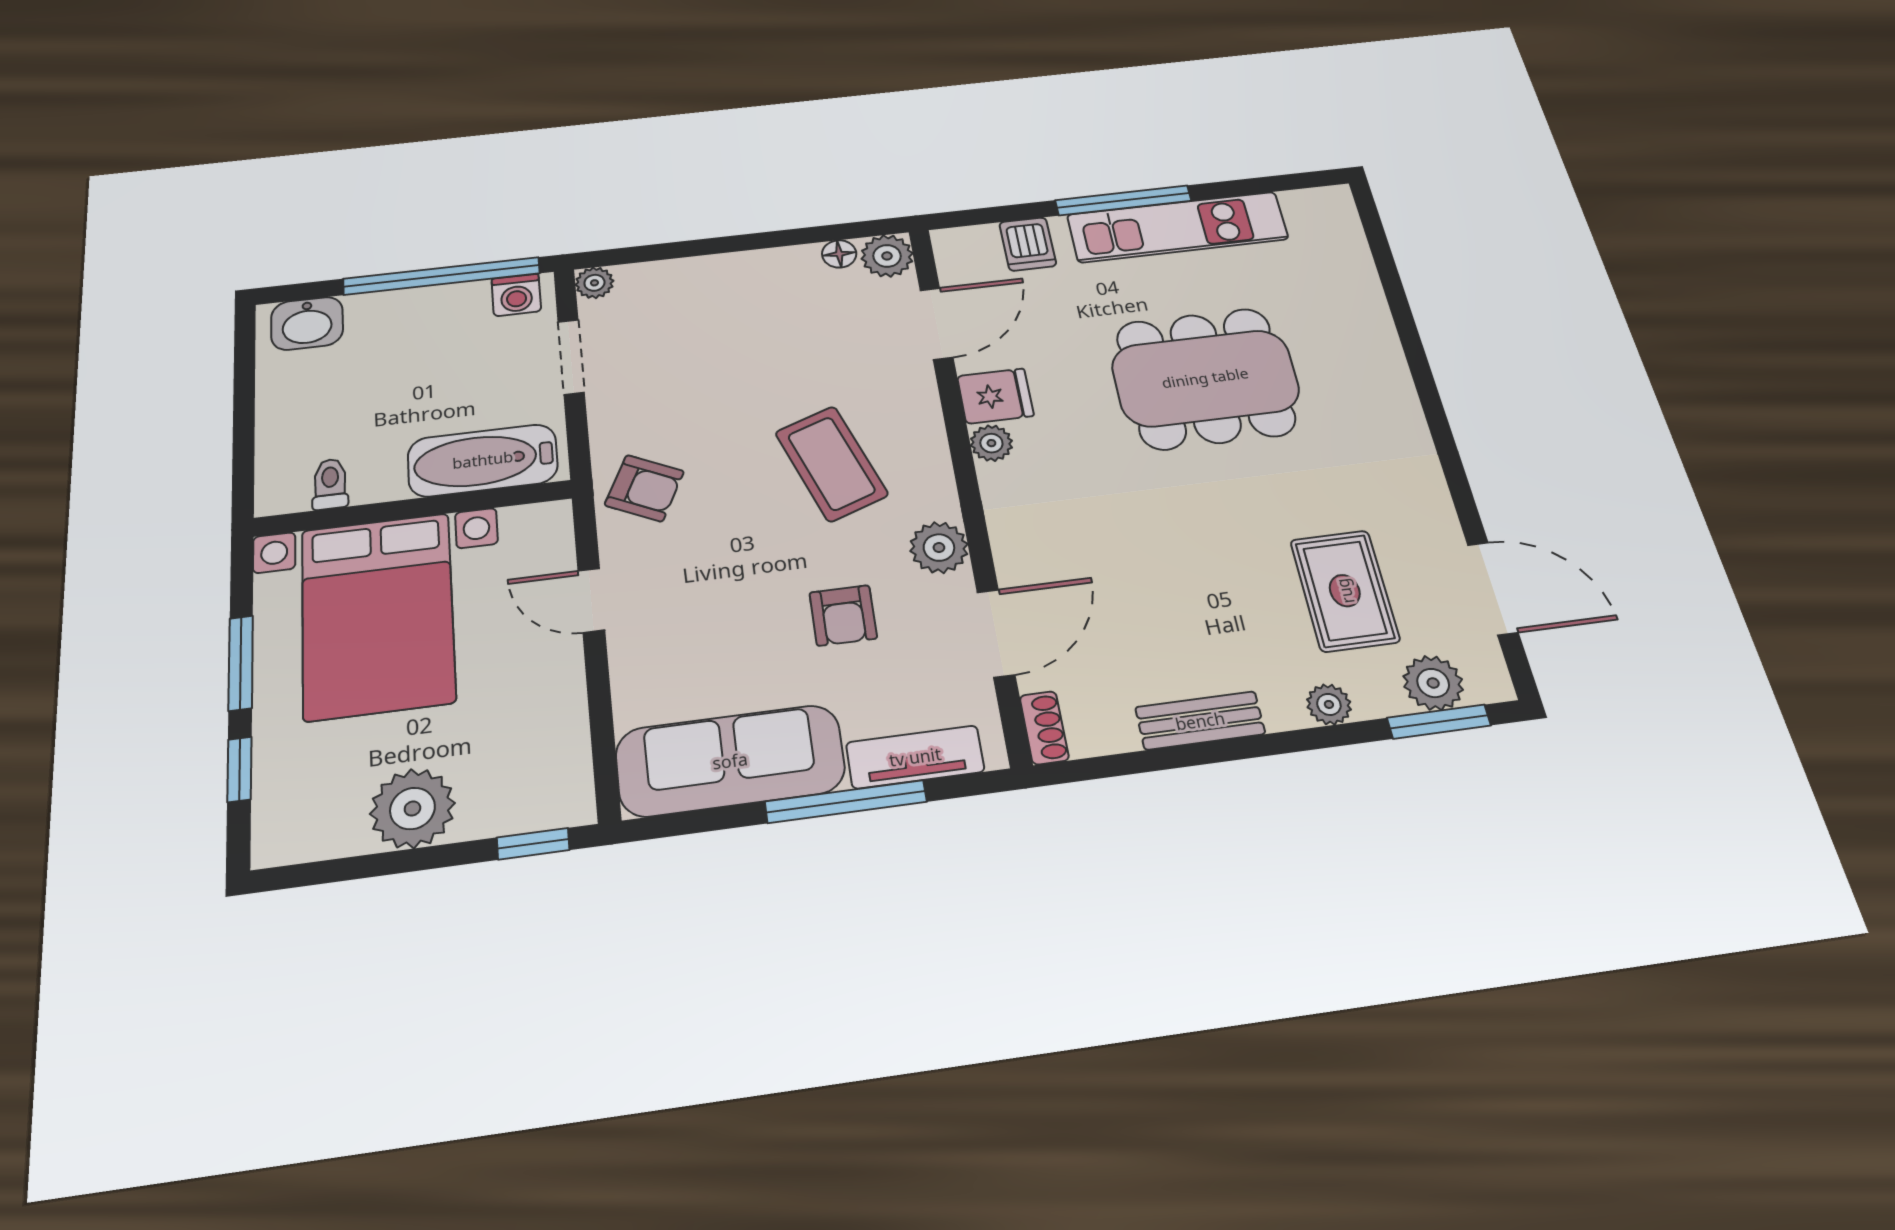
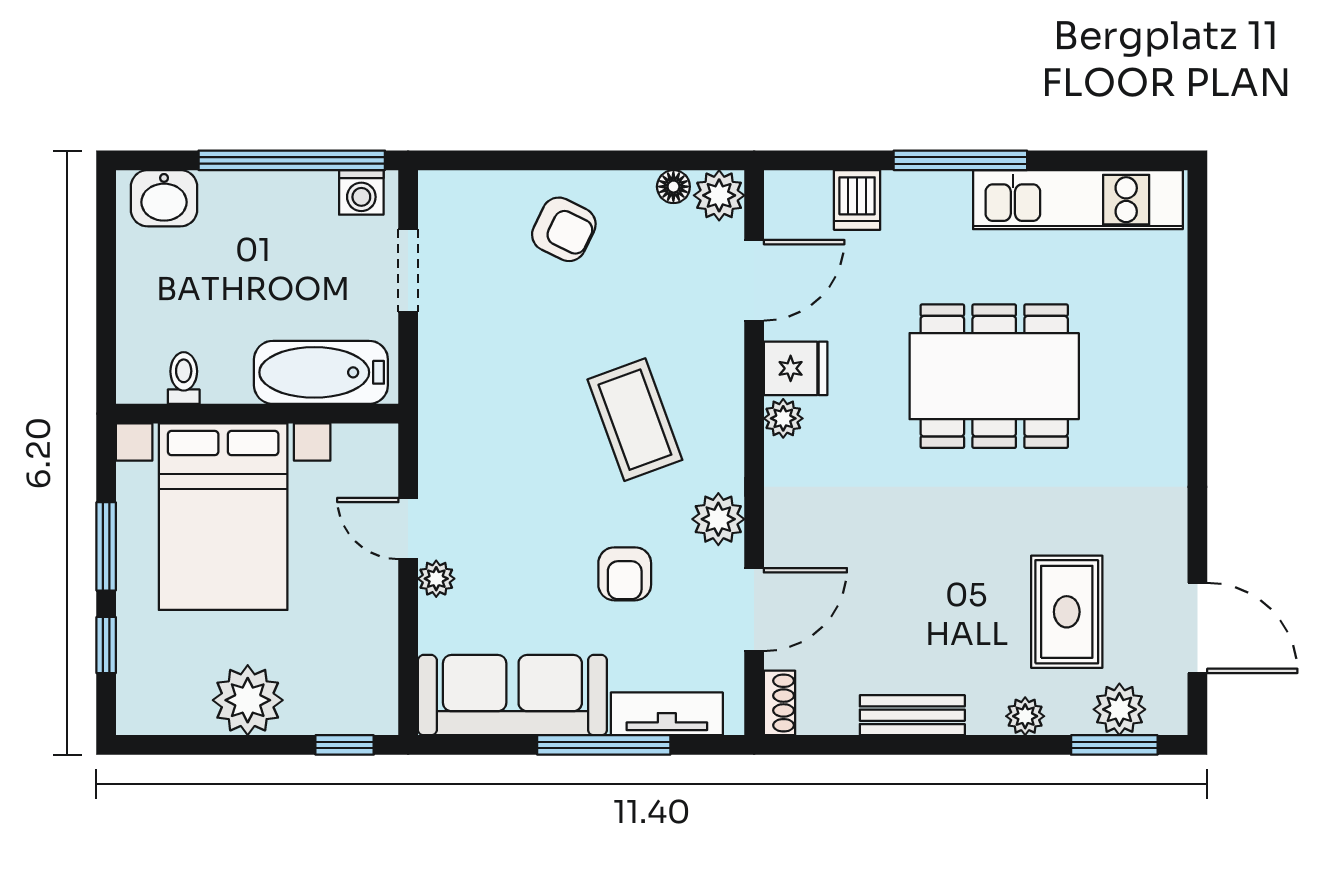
kitchen unit: (1178, 227) -> (1078, 200), moved
plant: (594, 283) -> (436, 579), moved
armchair: (644, 488) -> (564, 229), moved

